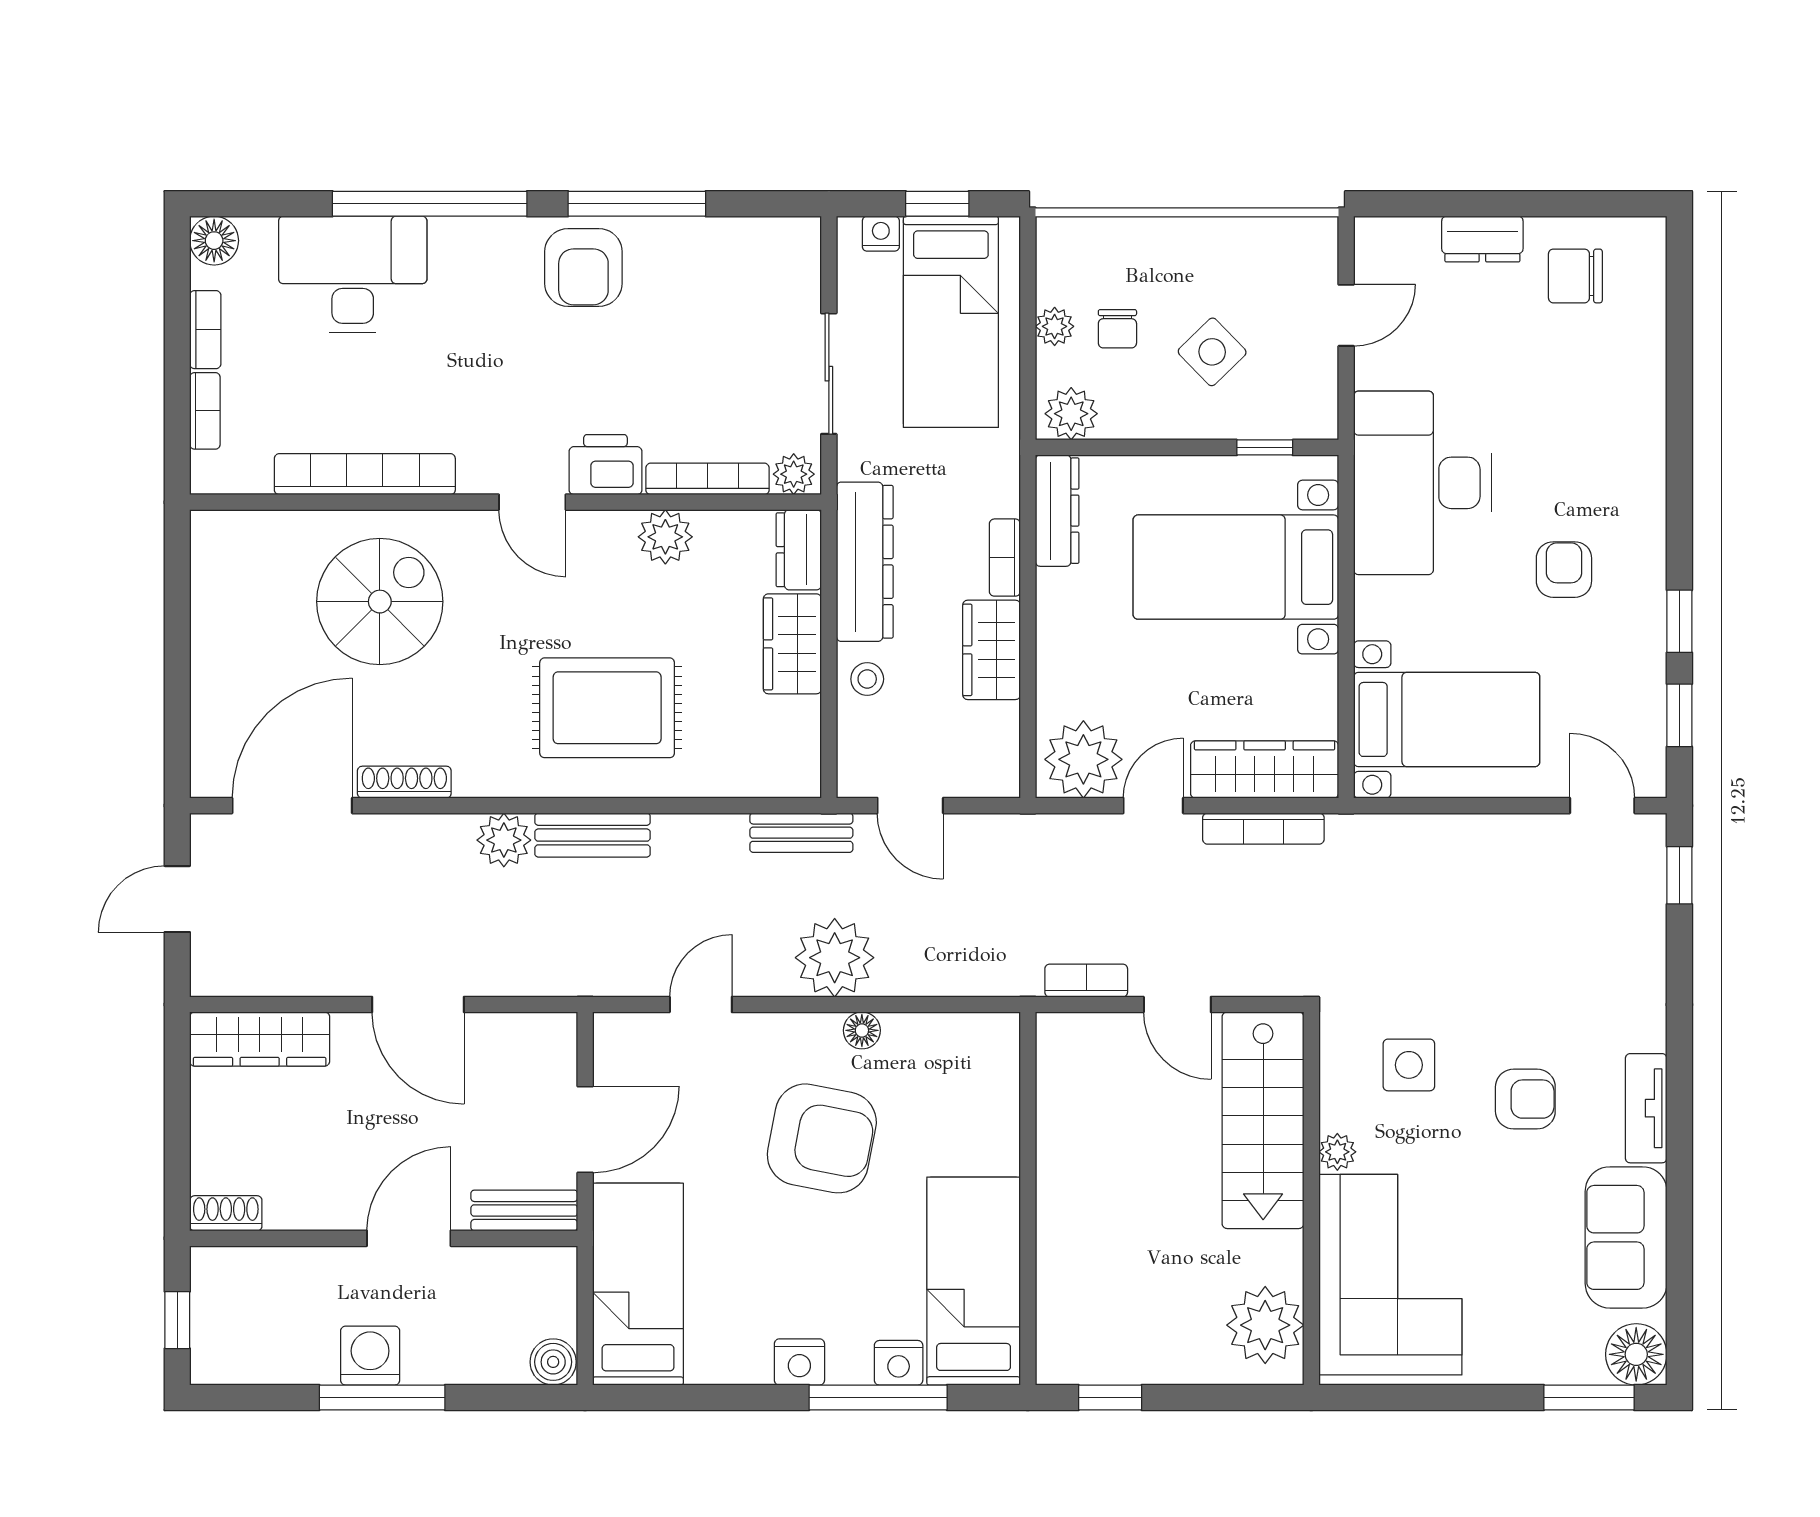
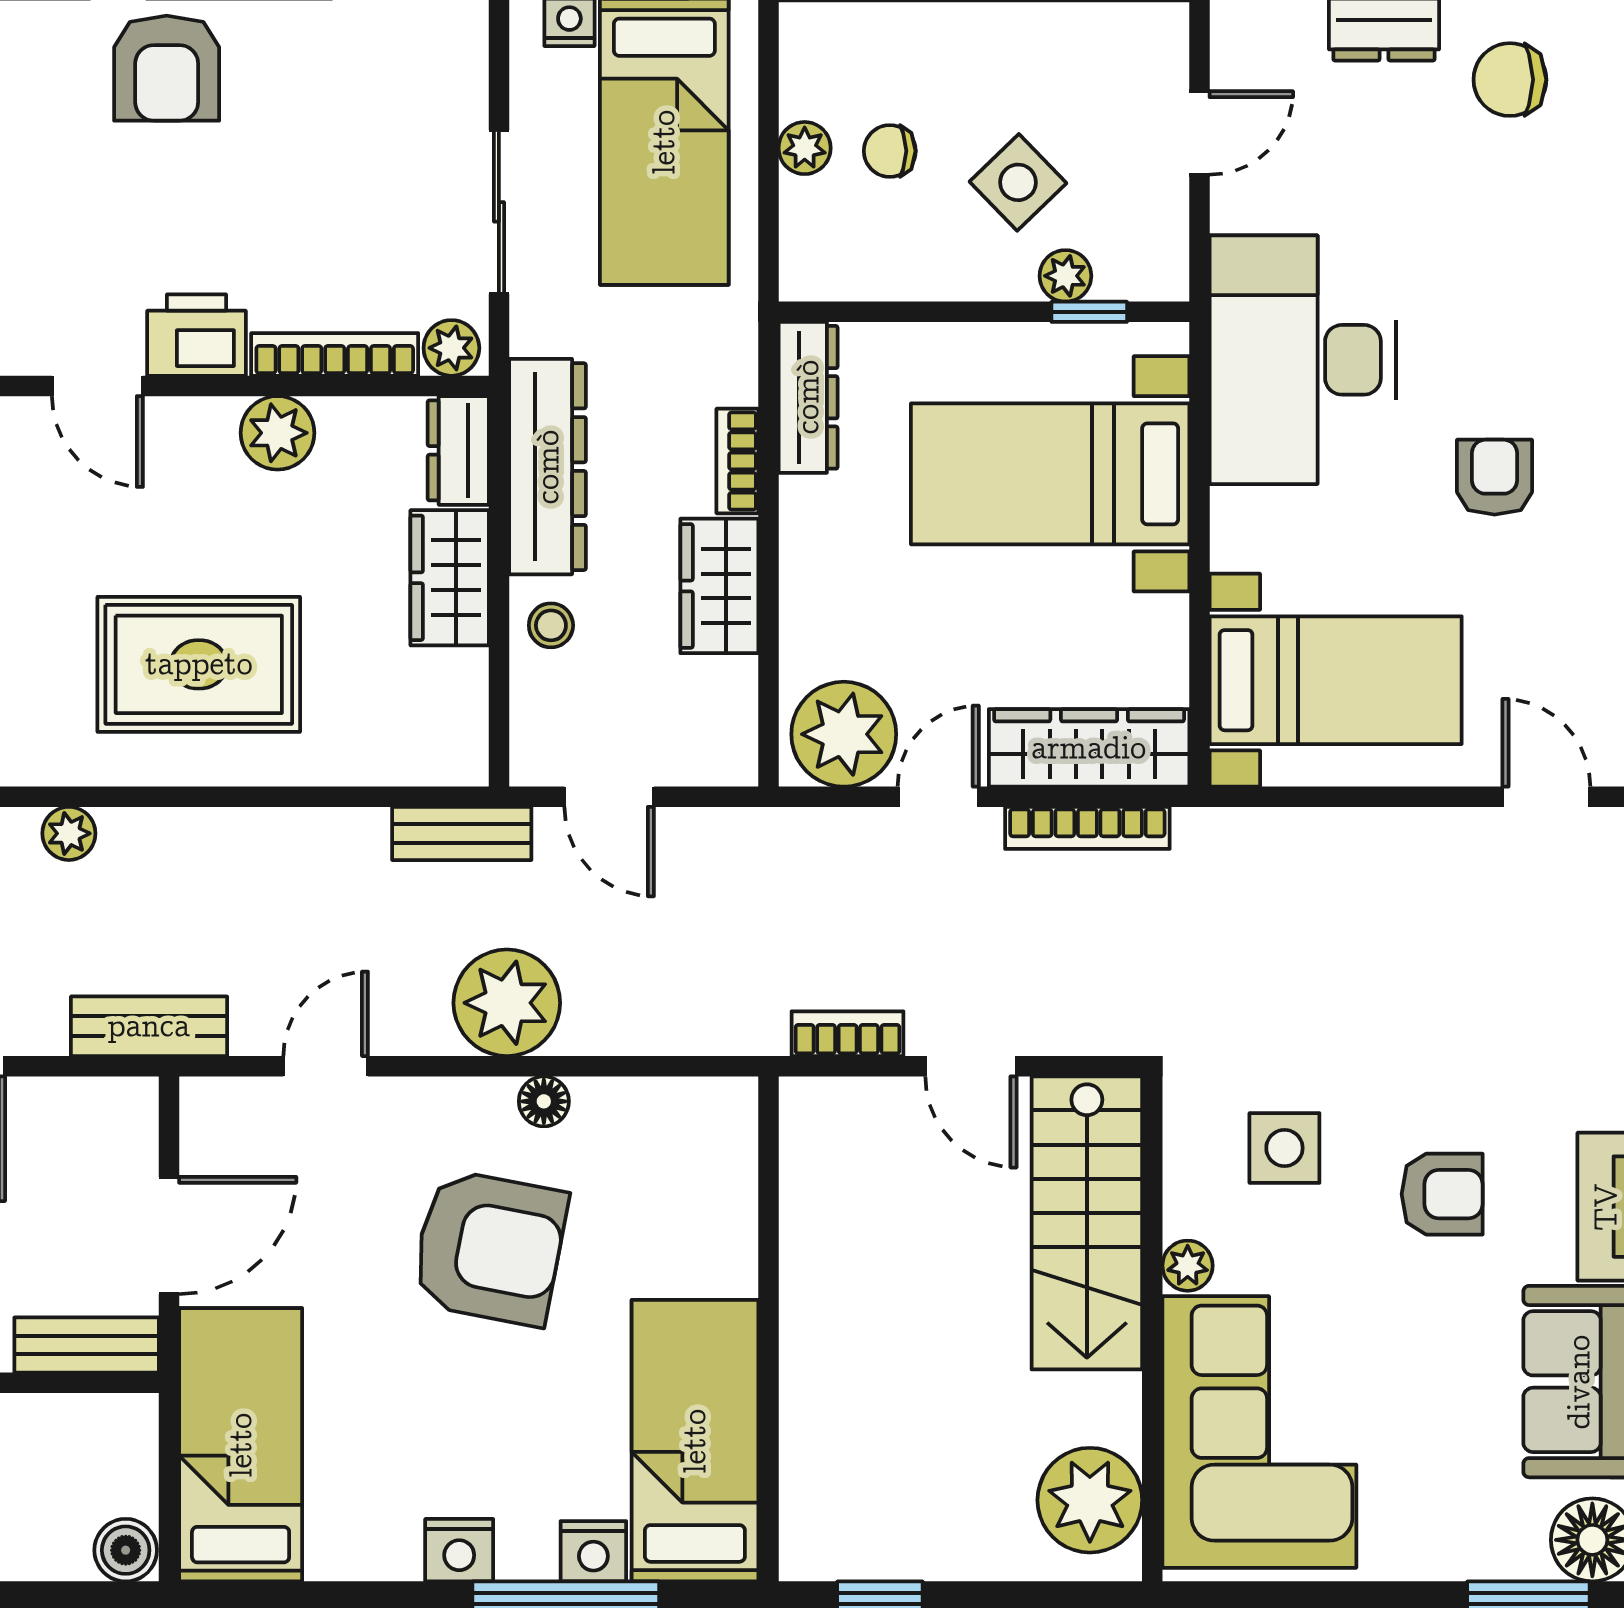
chair: (1117, 329) -> (890, 151), turned 90
plant: (1071, 414) -> (1065, 276), moved, width x0.73, depth x0.73
bench: (593, 835) -> (149, 1026), moved
plant: (504, 840) -> (69, 833), width x0.73, depth x0.73

